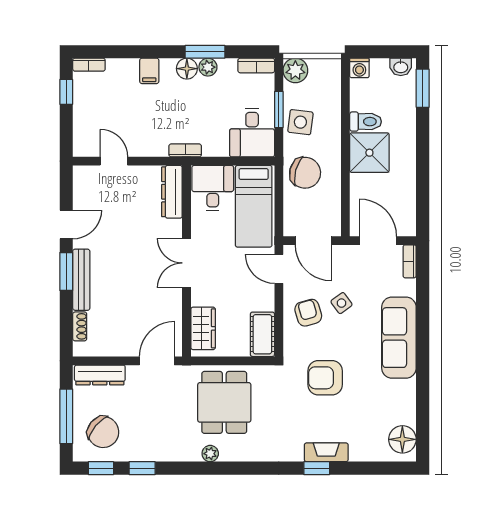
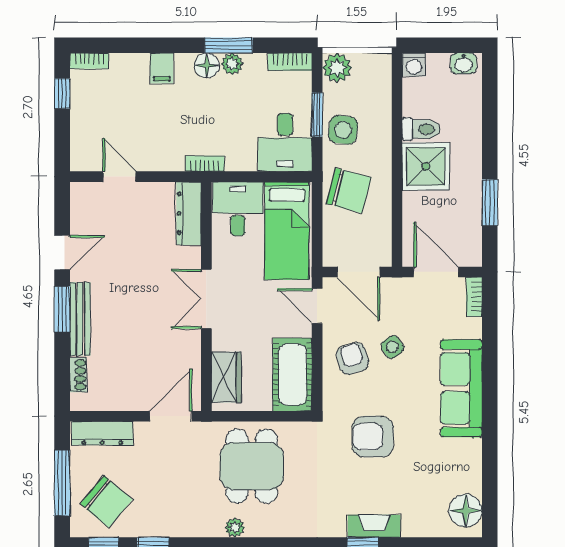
window: (423, 88) -> (490, 203), moved
cot: (262, 334) -> (293, 375), width x1.37, depth x1.34

